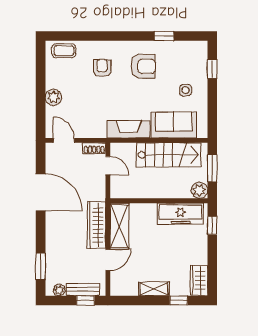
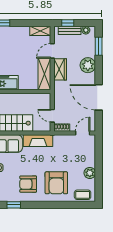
armchair: (102, 68) -> (56, 183), width x1.88, depth x1.88
plant: (53, 97) -> (90, 173), moved
door: (64, 140) -> (83, 133), swing flipped
wardrobe: (96, 225) -> (60, 69), width x0.67
plant: (56, 239) -> (88, 65), added
shelving: (154, 289) -> (40, 31), moved

